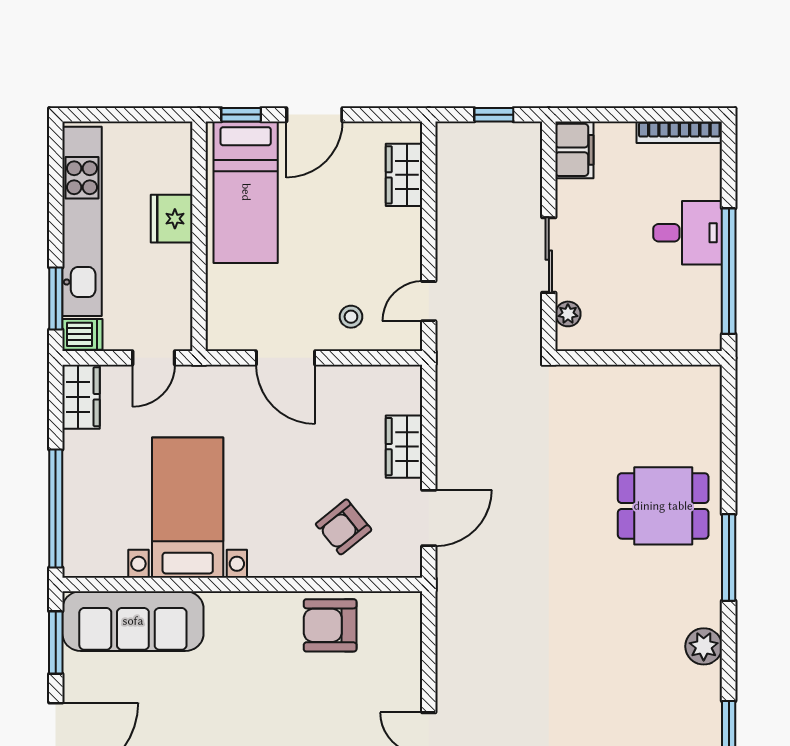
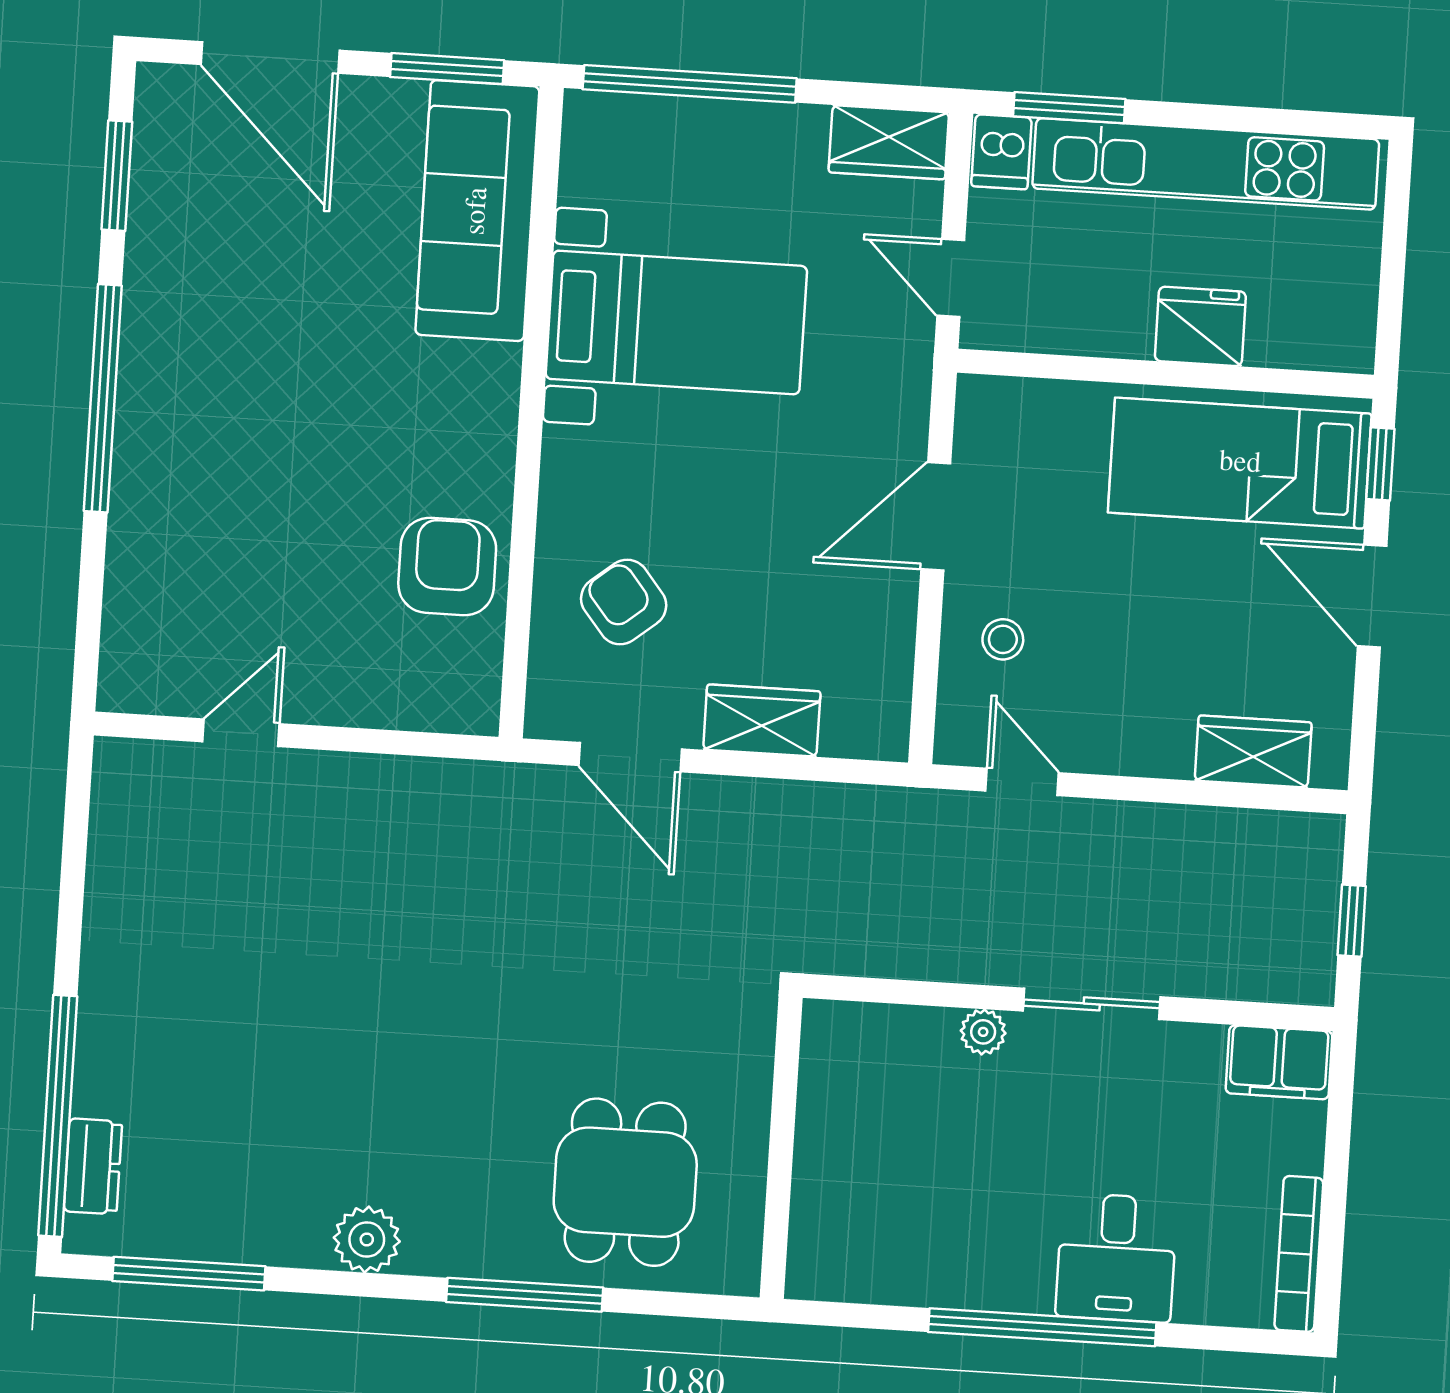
wall: (639, 358) -> (781, 1148), moved

